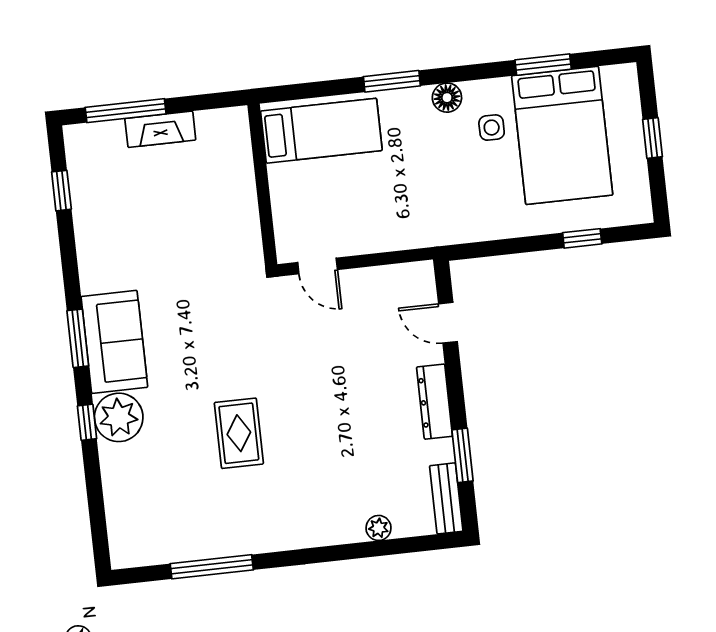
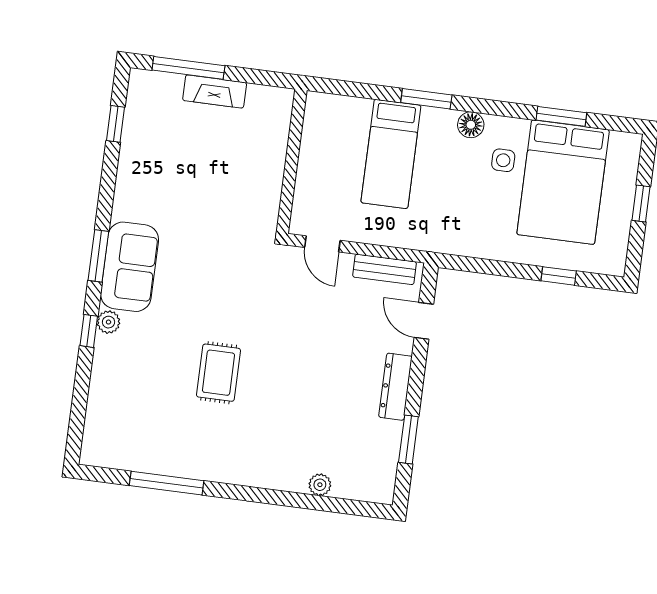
bed: (321, 131) -> (391, 154), moved, turned 90
plant: (119, 417) -> (109, 322), width x0.53, depth x0.53
bench: (446, 498) -> (385, 269), moved, turned 90

